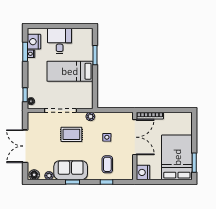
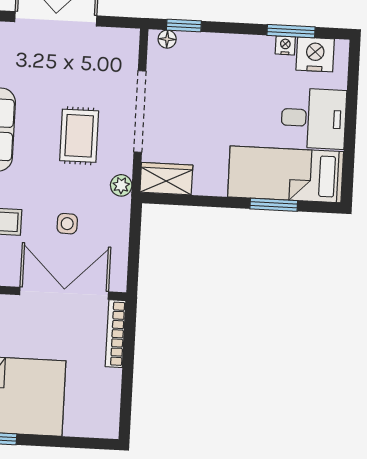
bed: (70, 71) -> (286, 174), moved, turned -90
wardrobe: (87, 99) -> (166, 179), added
double door: (135, 137) -> (64, 293), swing flipped

